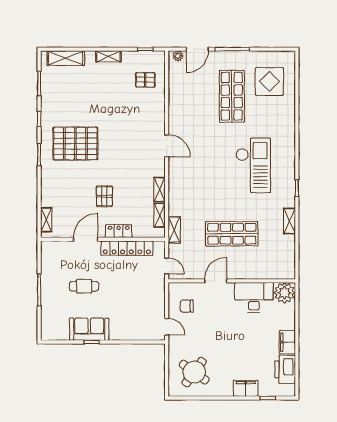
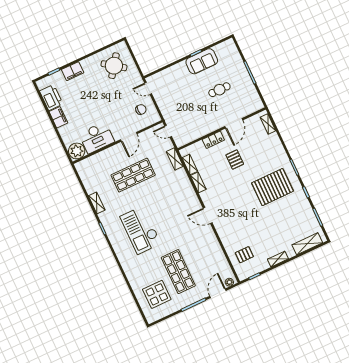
locker: (127, 248) -> (202, 131), removed

